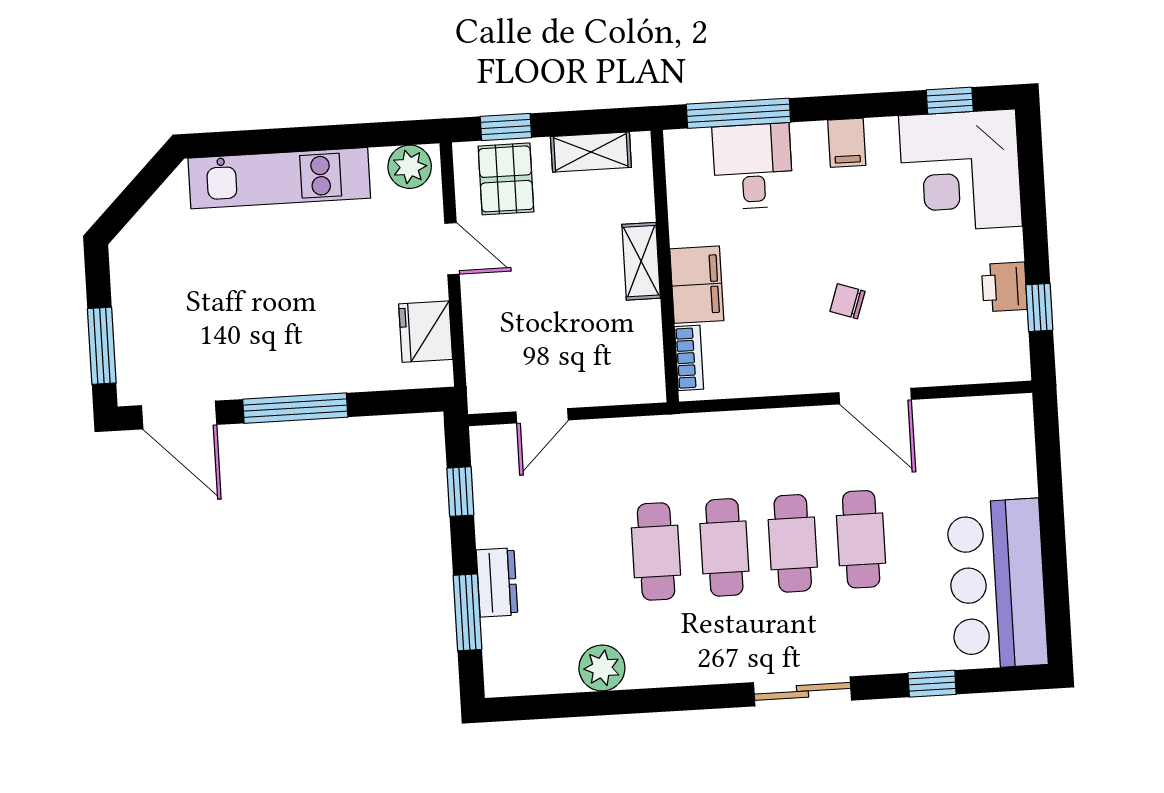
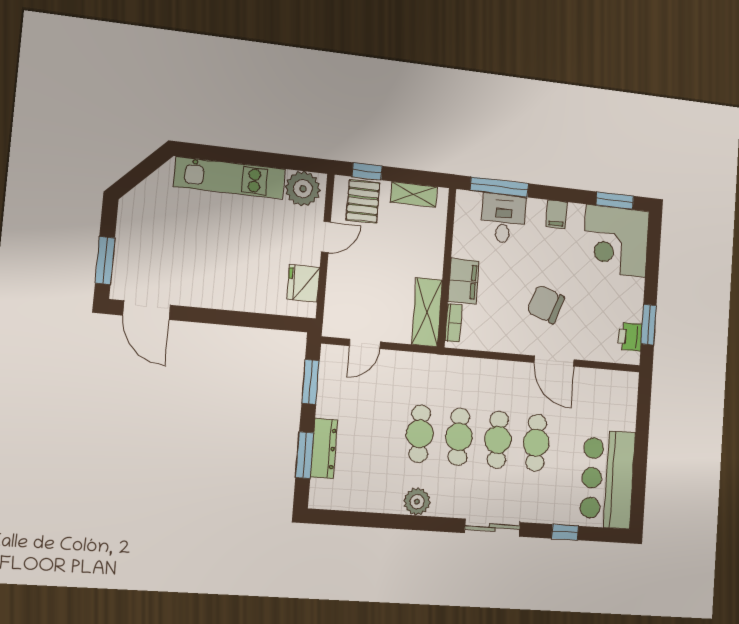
window: (950, 101) -> (615, 201), width x1.50
plant: (410, 167) -> (303, 189), width x1.36, depth x1.36
door: (452, 249) -> (326, 237), hinge flipped
shelving: (641, 261) -> (427, 312), moved, width x1.50, depth x1.33
printer: (1004, 287) -> (630, 337), moved
chair: (847, 301) -> (546, 304), width x1.87, depth x1.87
window: (1039, 307) -> (649, 325), width x1.50
window: (295, 408) -> (219, 317), removed
window: (460, 492) -> (311, 382), width x1.50
dresser: (497, 582) -> (324, 448), width x1.44
plant: (602, 668) -> (417, 502), moved

